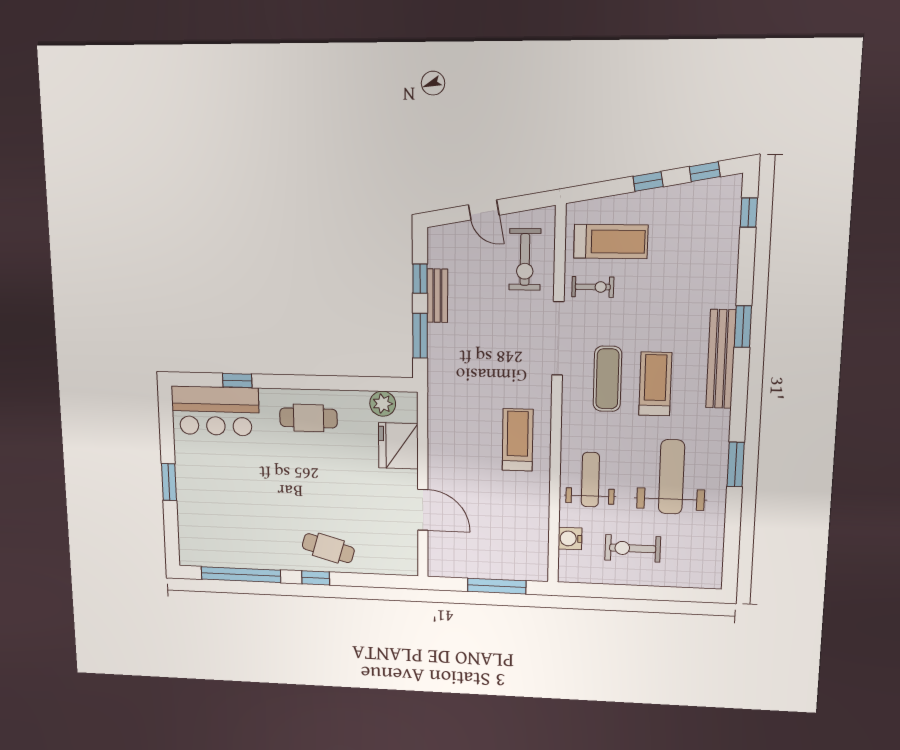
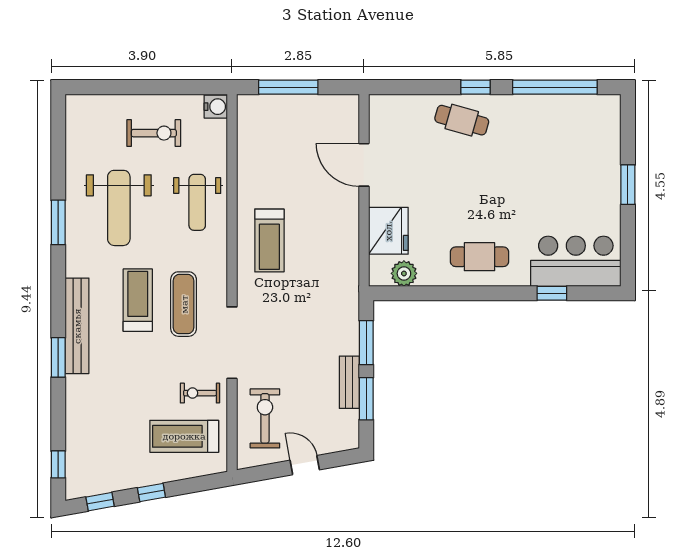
window: (420, 279) -> (366, 399), width x1.50
treadmill: (655, 384) -> (138, 300), turned 180
water cooler: (570, 539) -> (216, 107), moved

